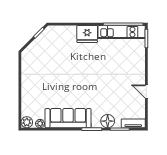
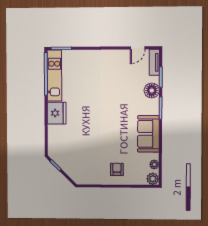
armchair: (35, 89) -> (117, 169), added
door: (146, 91) -> (138, 48), moved
sofa: (68, 118) -> (148, 134), width x0.73

